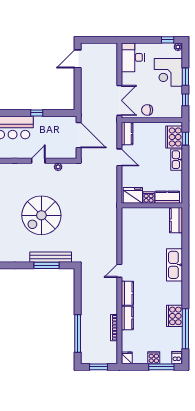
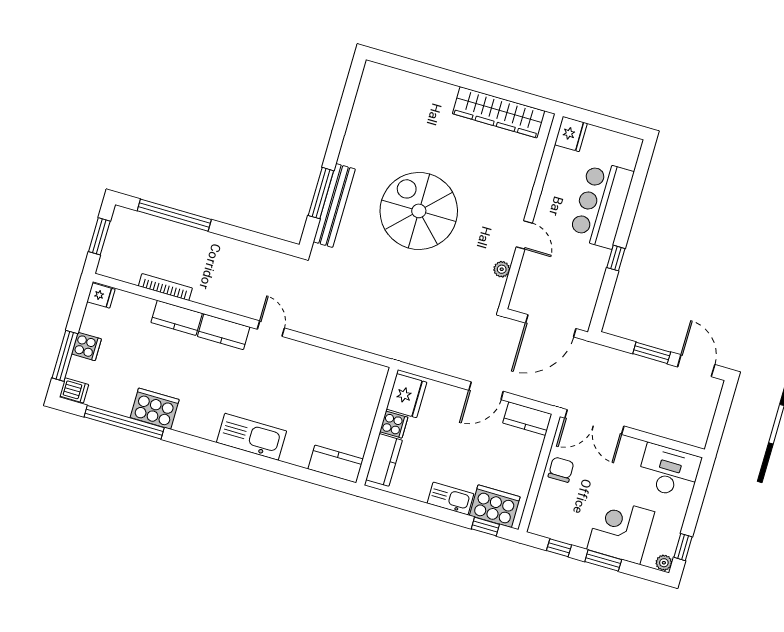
window: (78, 82) -> (652, 353), added

